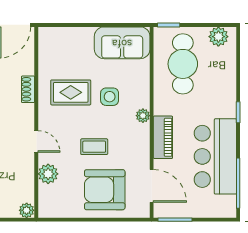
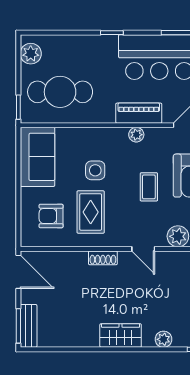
armchair: (67, 56) -> (51, 216), added
shoe rack: (28, 89) -> (103, 258), moved
plant: (143, 116) -> (136, 135), moved
door: (36, 141) -> (143, 249), swing flipped

